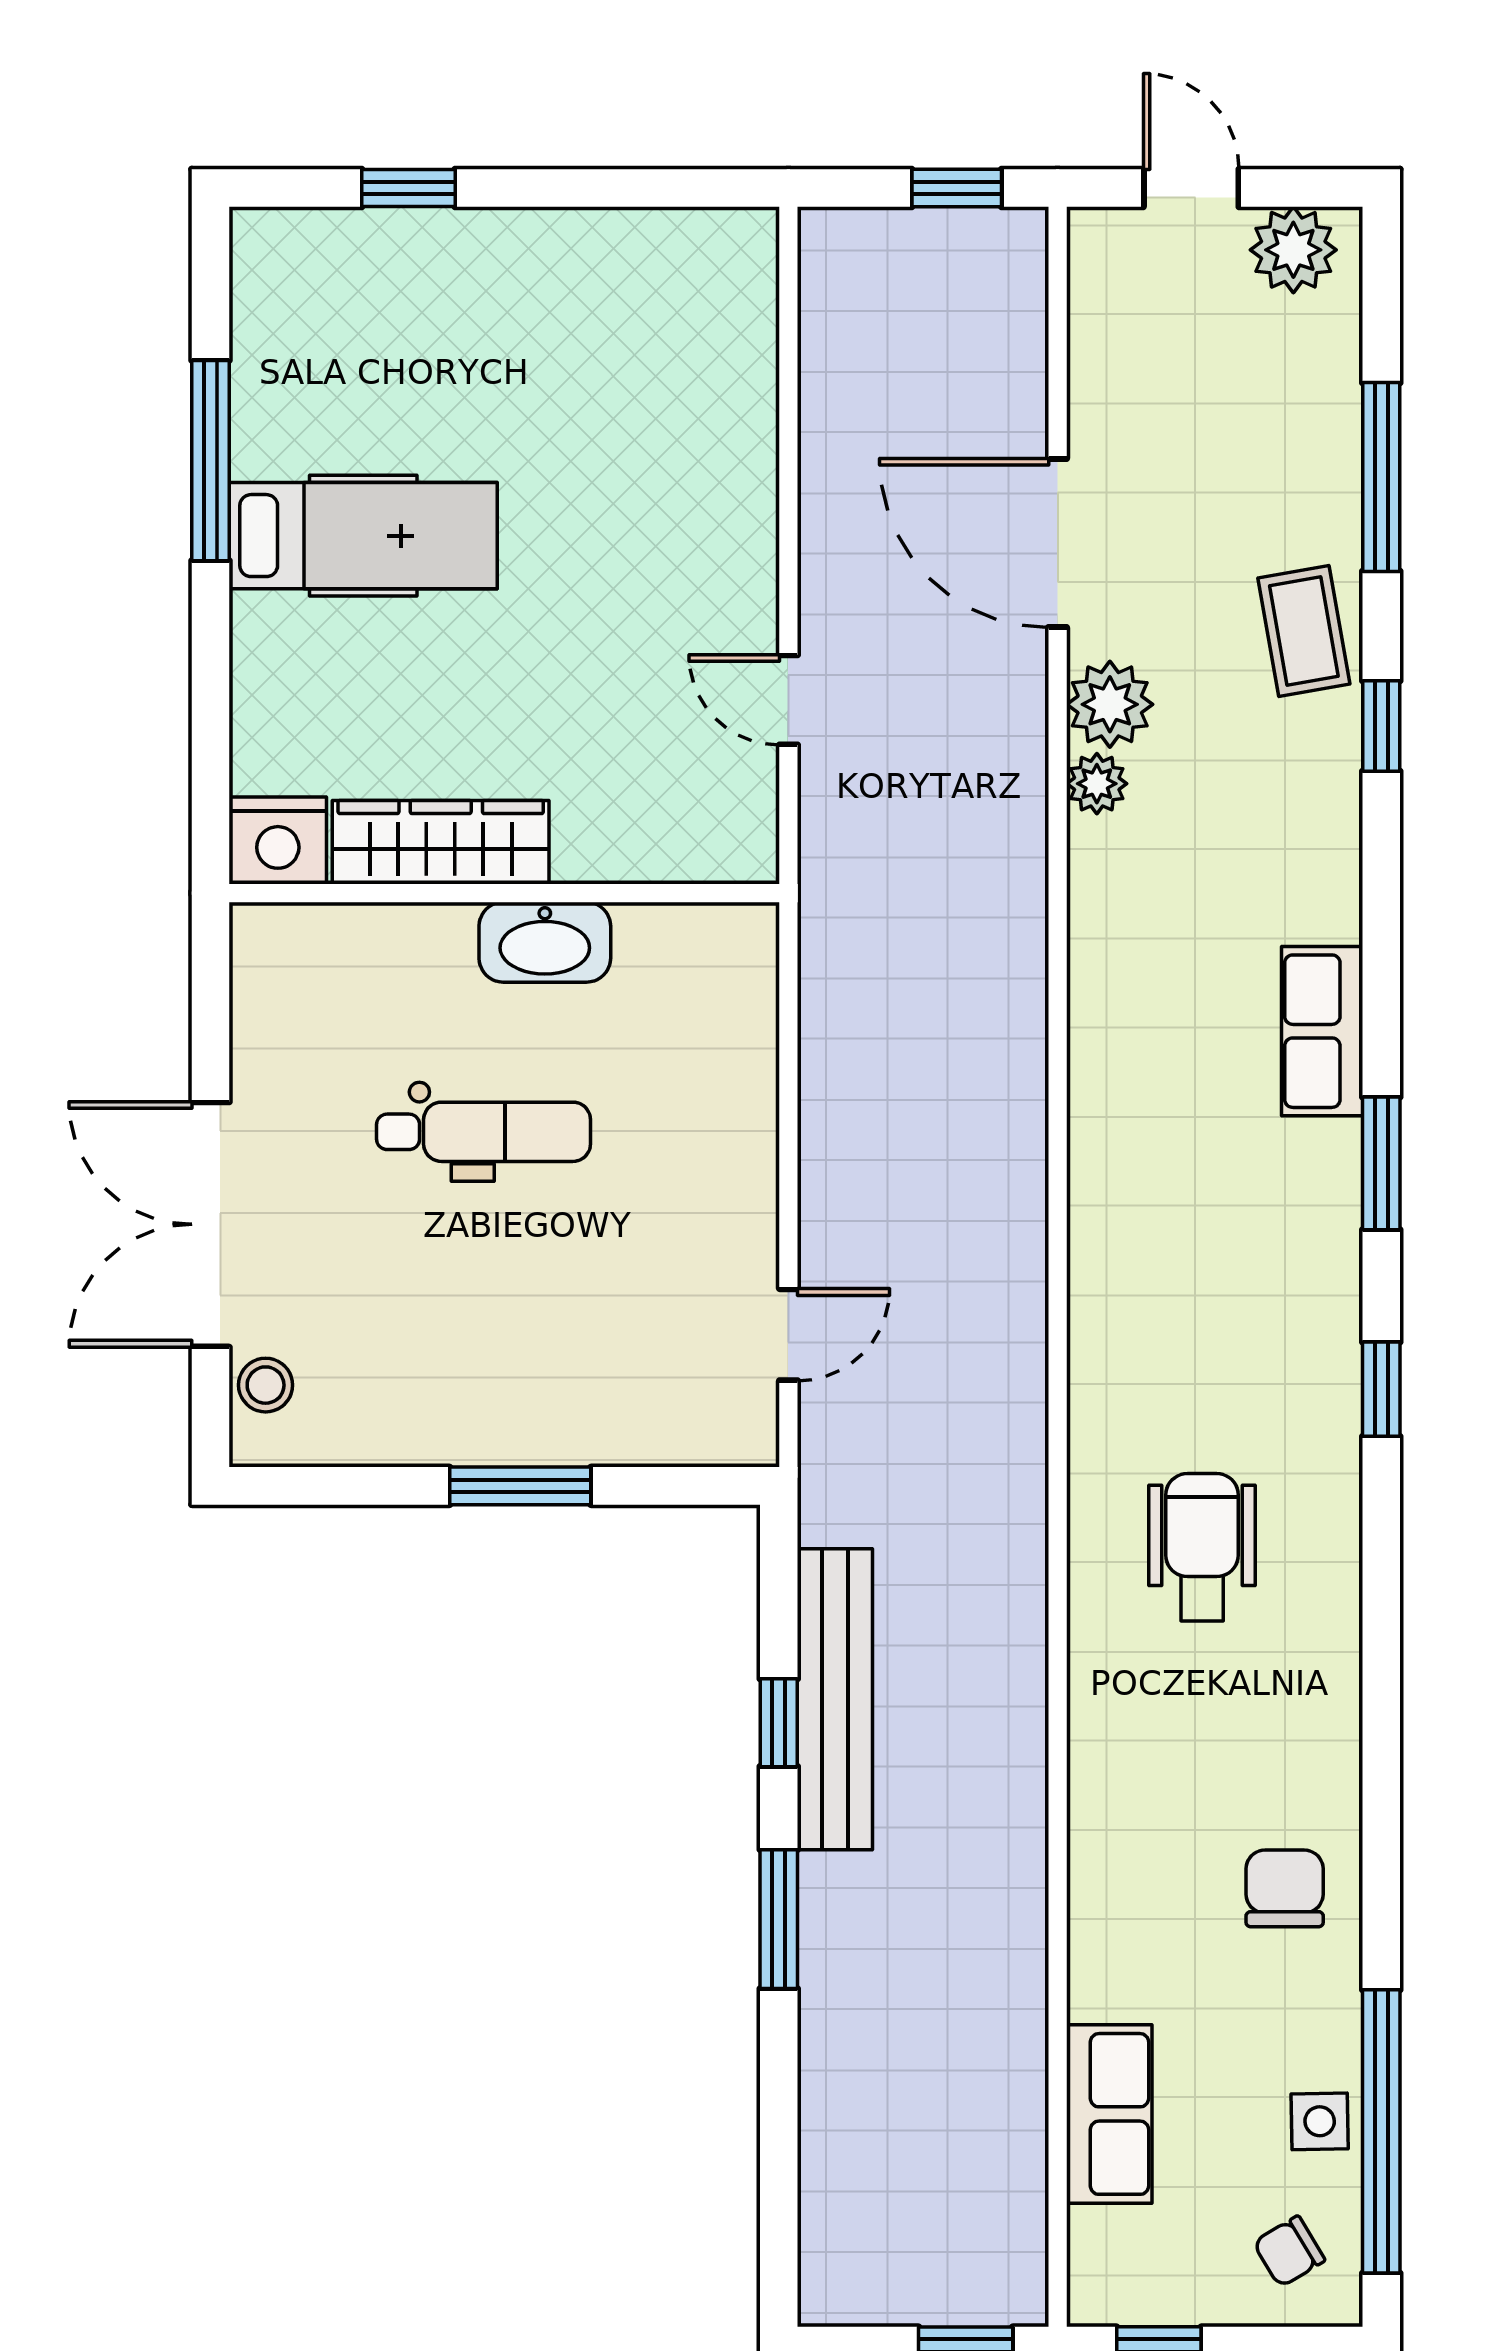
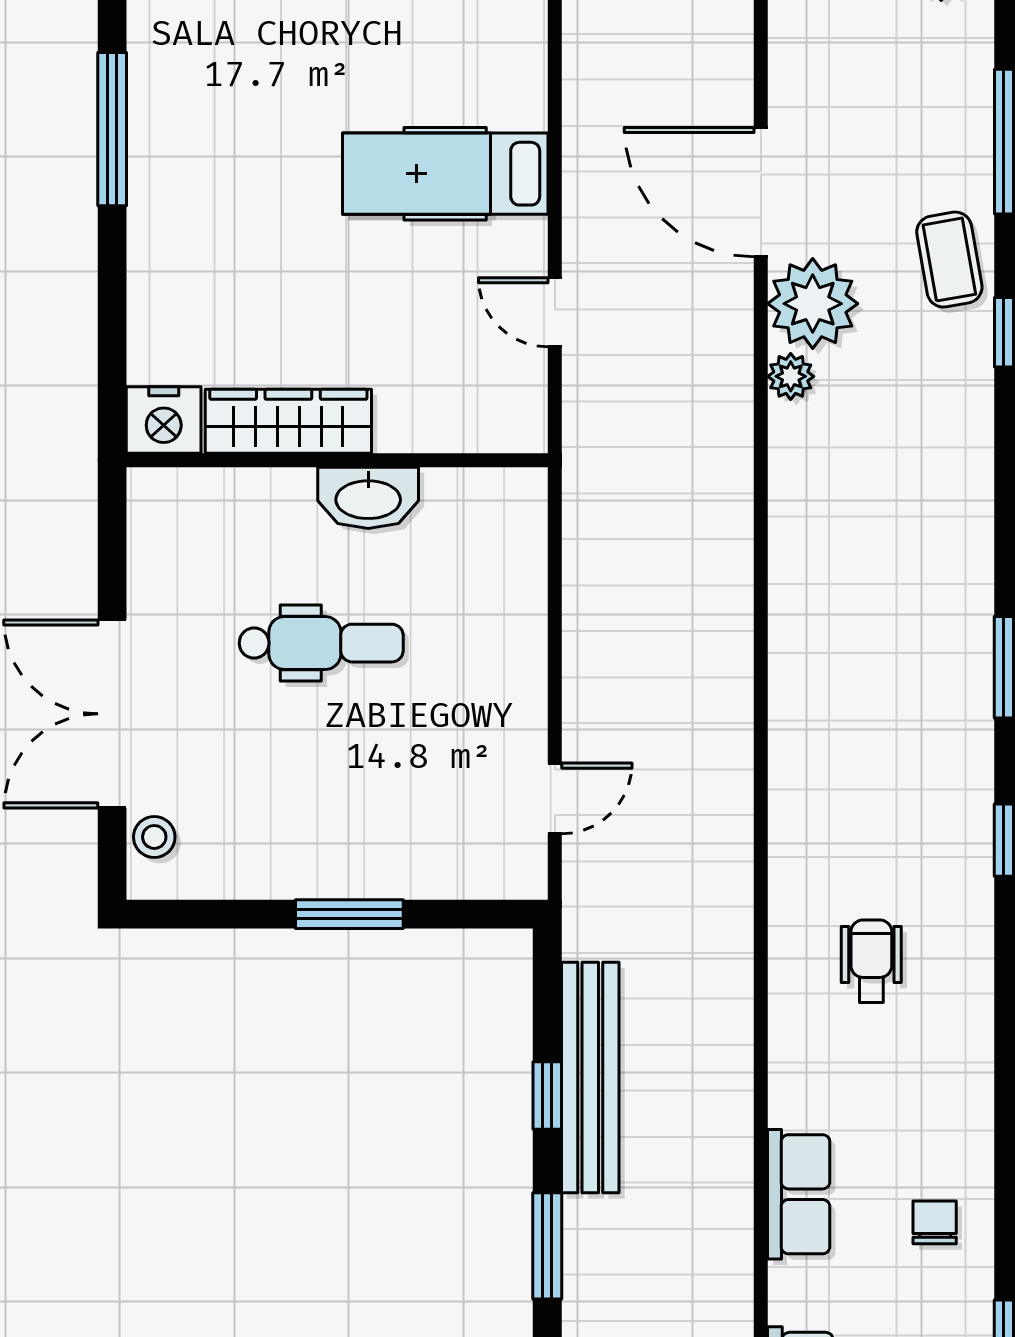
hospital bed: (363, 536) -> (445, 174), moved, turned 180
plant: (1110, 704) -> (813, 304), width x1.36, depth x1.36
row of seats: (1322, 1031) -> (799, 1194), moved, turned 180
wheelchair: (1202, 1547) -> (871, 961), width x0.73, depth x0.73
chair: (1285, 1888) -> (935, 1222), width x0.73, depth x0.73

